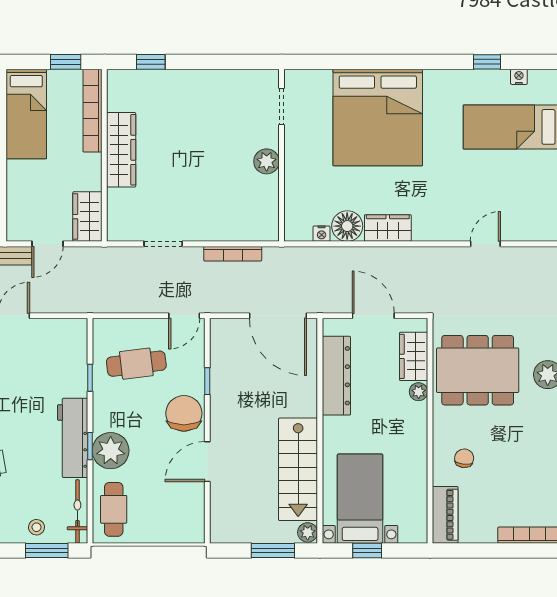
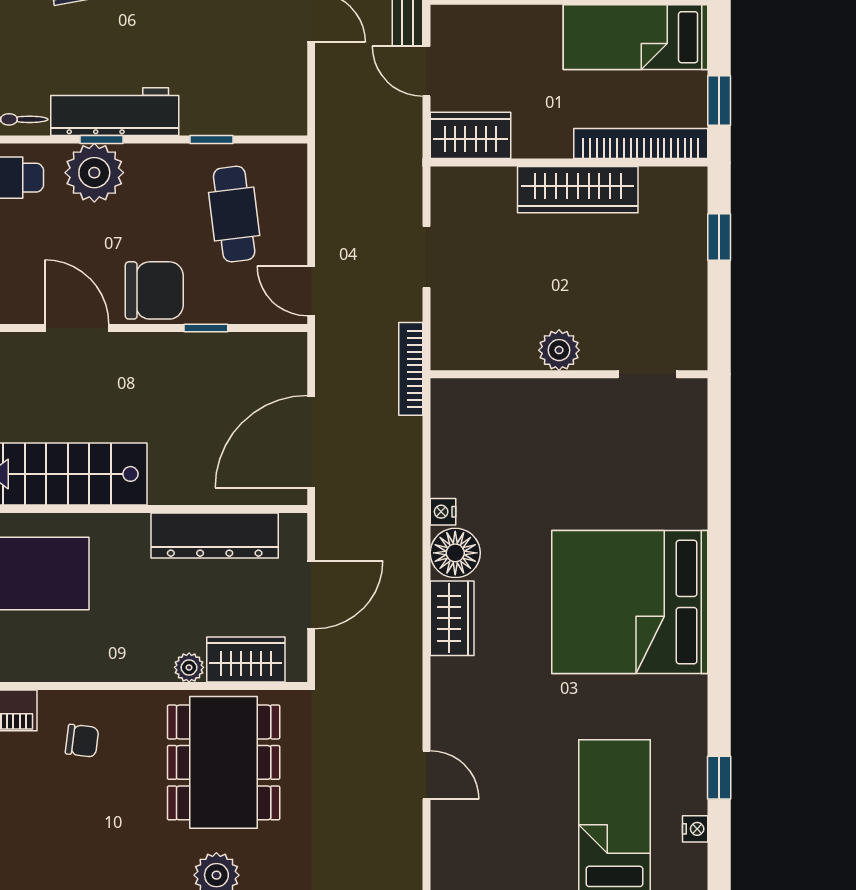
doorway: (282, 107) -> (647, 374), moved
wall: (282, 155) -> (569, 374), moved
plant: (267, 161) -> (559, 350), moved

